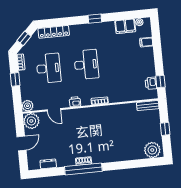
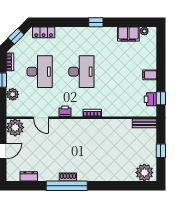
locker: (54, 32) -> (44, 32), width x0.66
filing cabinet: (146, 42) -> (150, 75), moved
plant: (28, 106) -> (13, 94), moved

